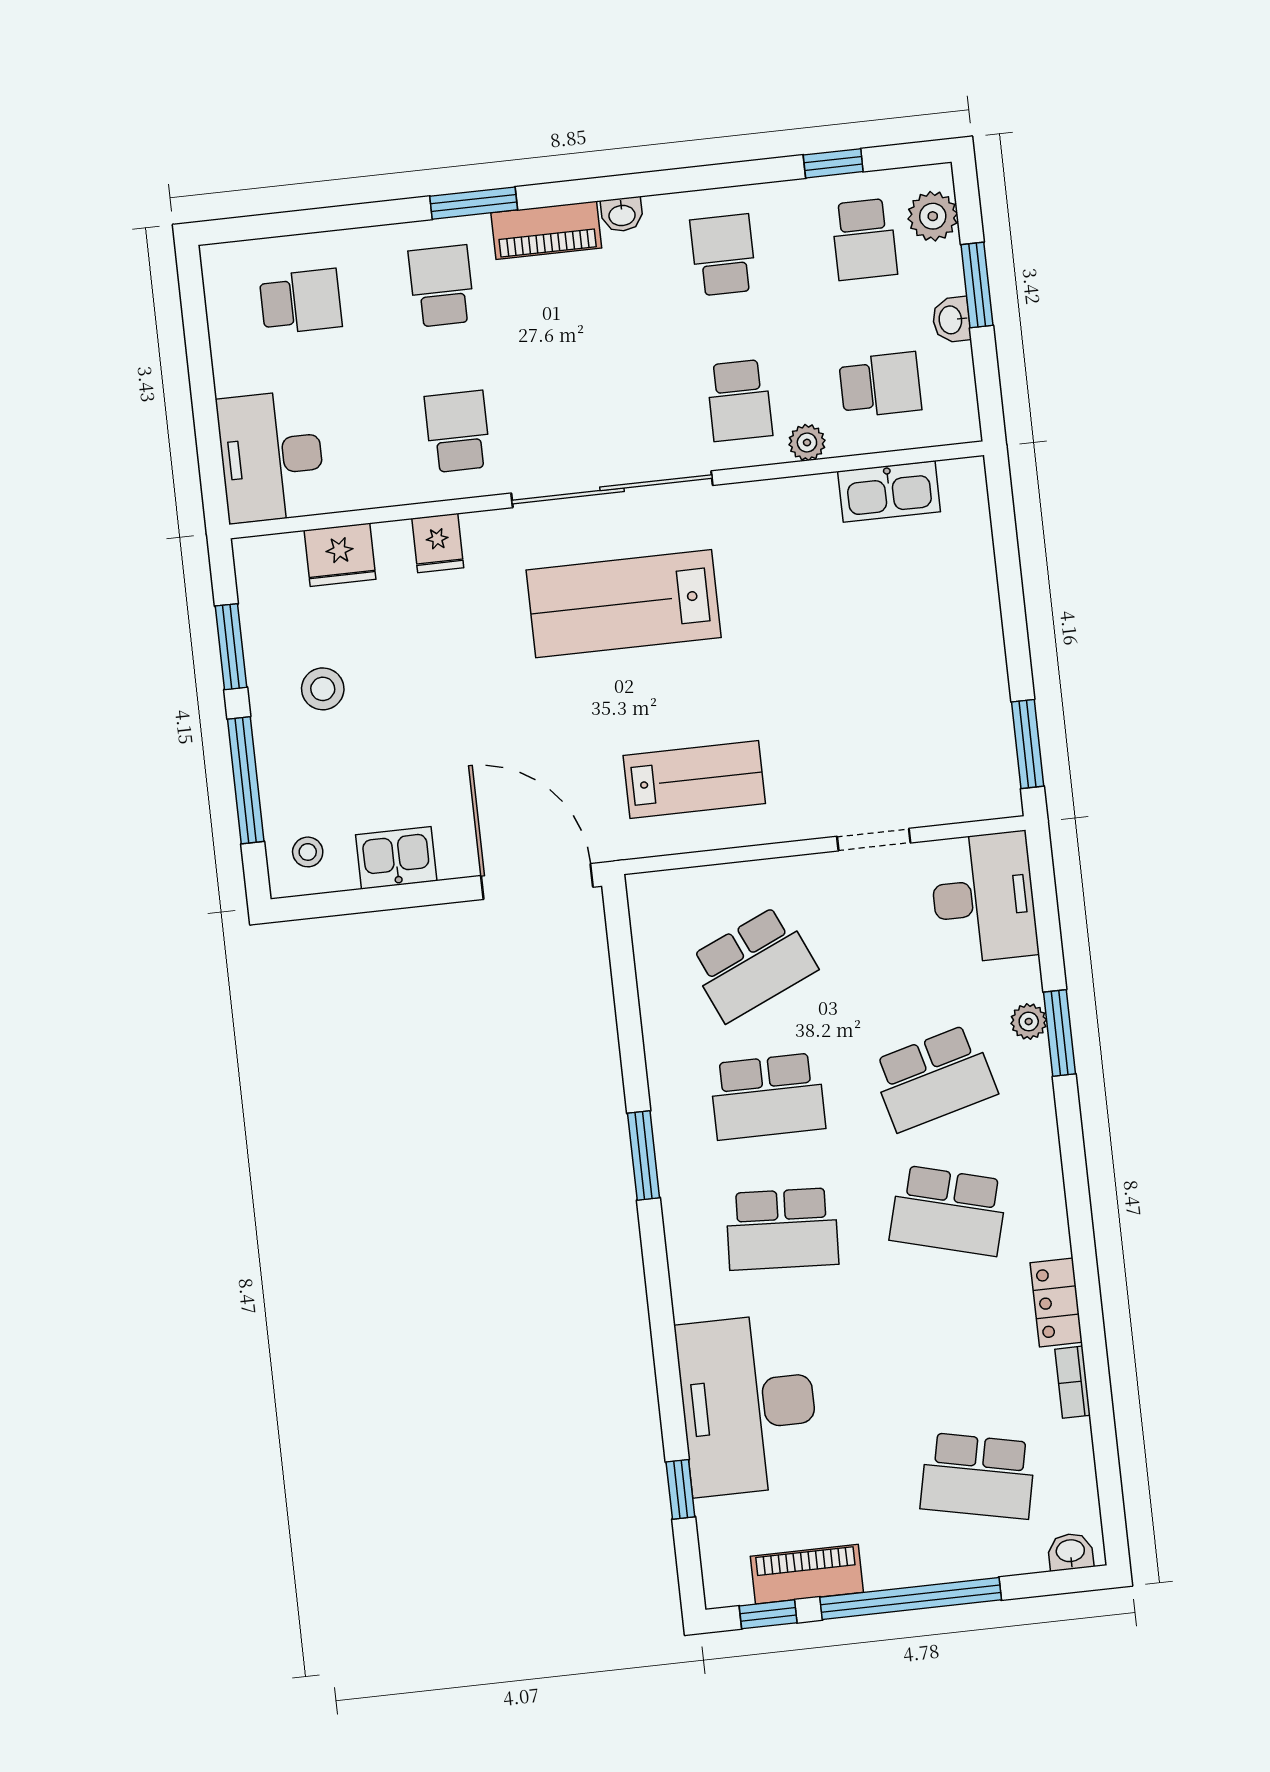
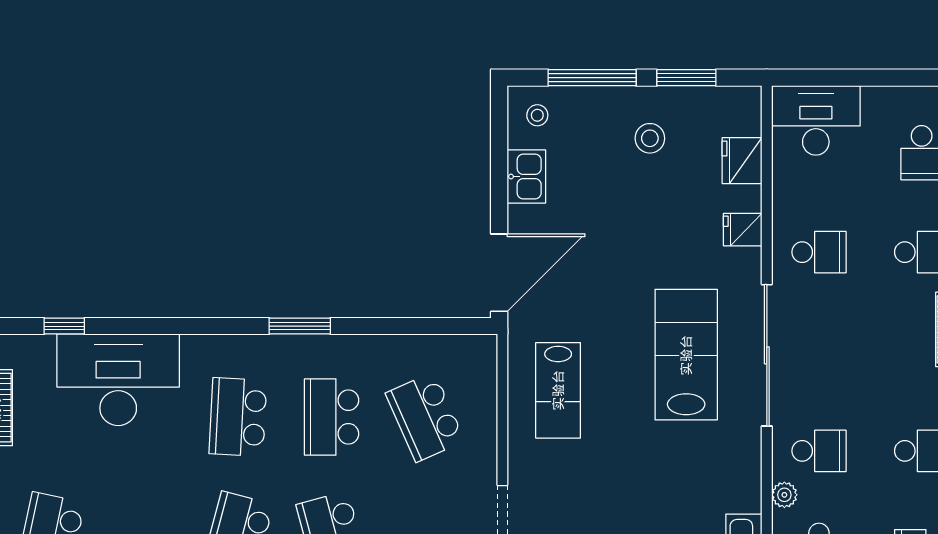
school desk: (739, 400) -> (819, 451), turned 180

